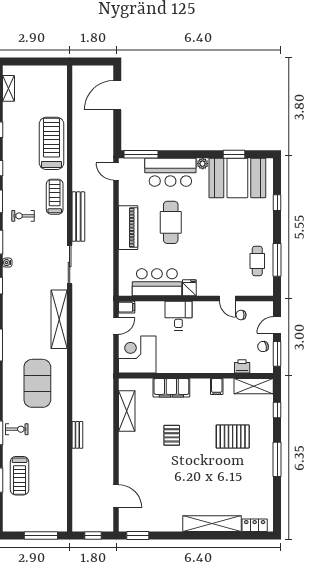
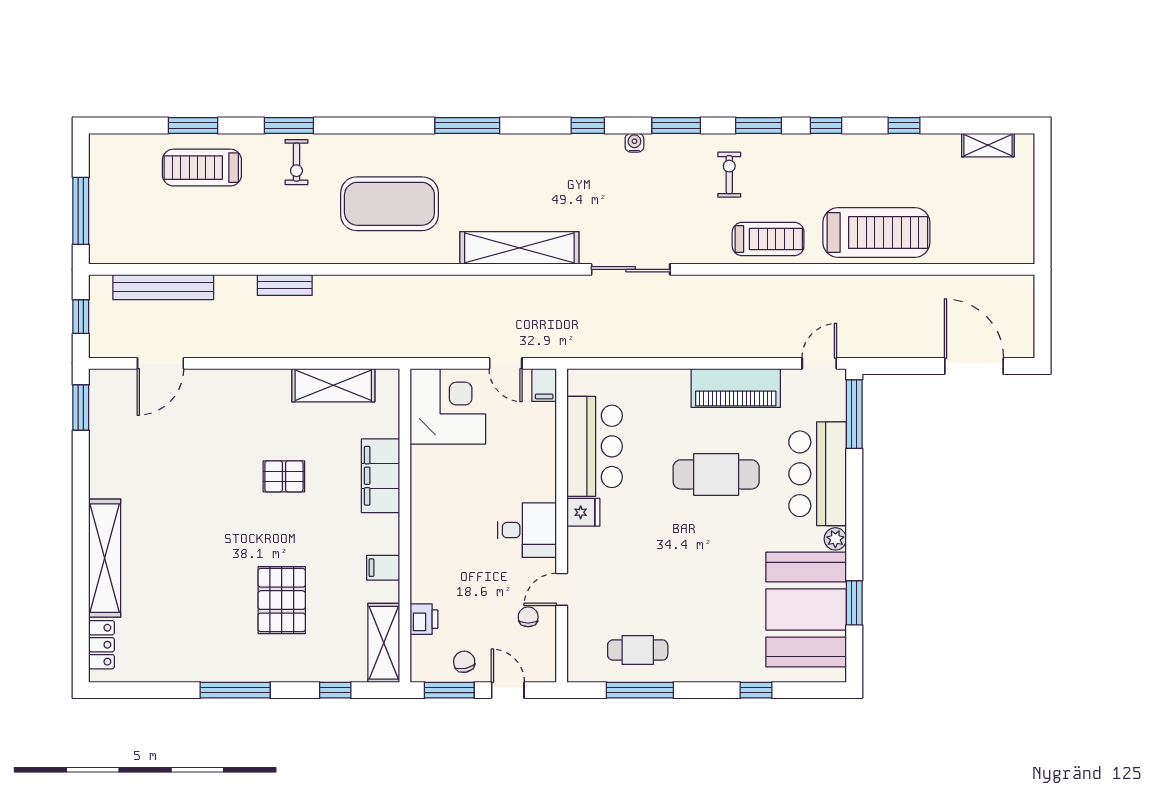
bench: (78, 217) -> (163, 287), moved
piano: (128, 228) -> (736, 388), moved
desk: (178, 316) -> (527, 530), moved

